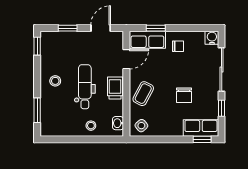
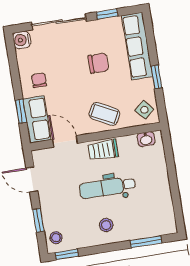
stool: (91, 126) -> (56, 238), moved
row of seats: (201, 128) -> (137, 46), width x1.48
window: (202, 139) -> (157, 77), moved

